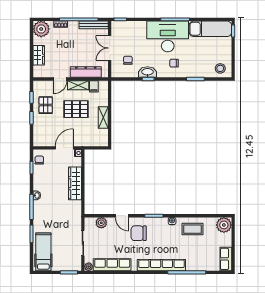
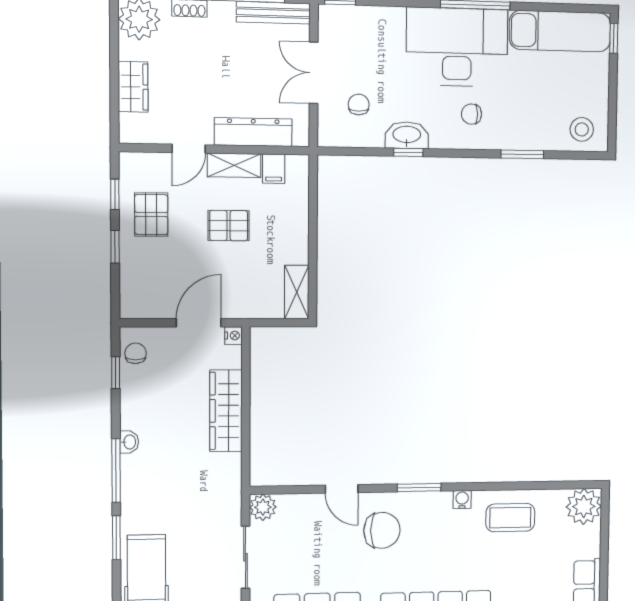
pallet: (76, 109) -> (229, 226), width x0.67, depth x0.71
shelving: (103, 117) -> (297, 292), moved
plant: (101, 223) -> (263, 507), moved
chair: (139, 233) -> (382, 530), turned 180

